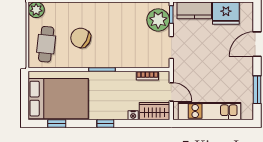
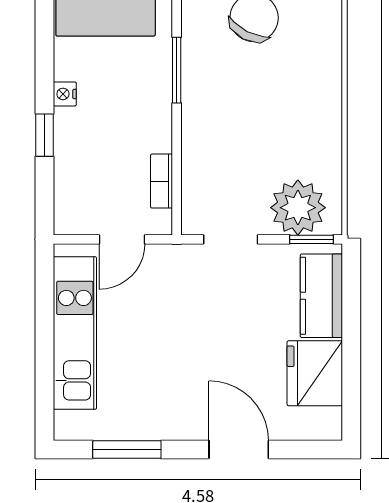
wardrobe: (154, 111) -> (75, 198), removed
nightstand: (133, 115) -> (65, 94), moved
window: (105, 123) -> (45, 135), moved

